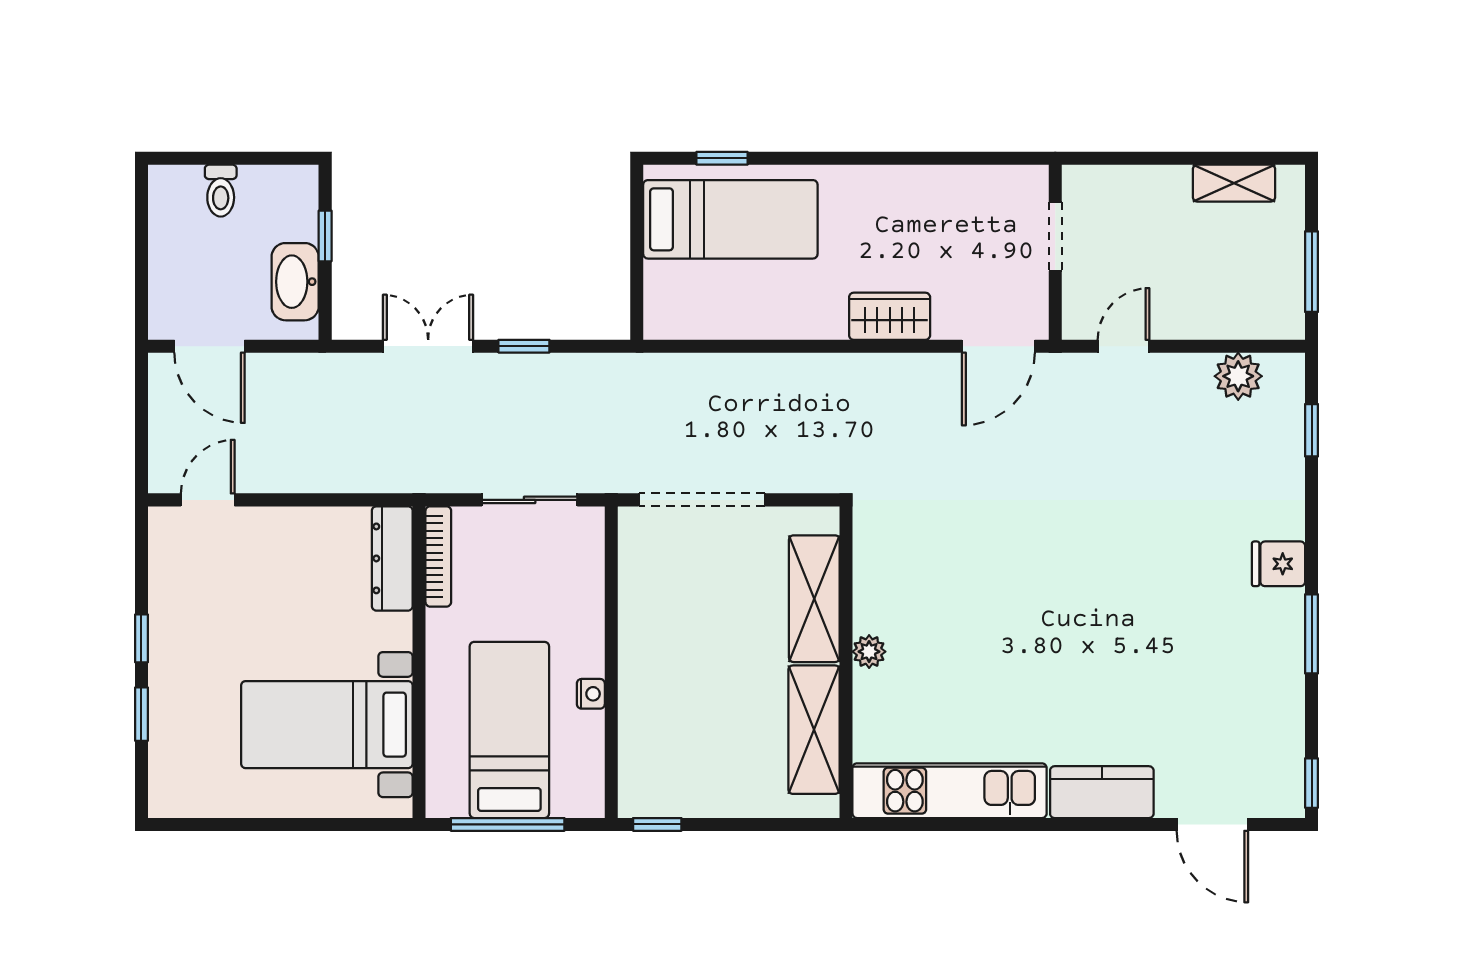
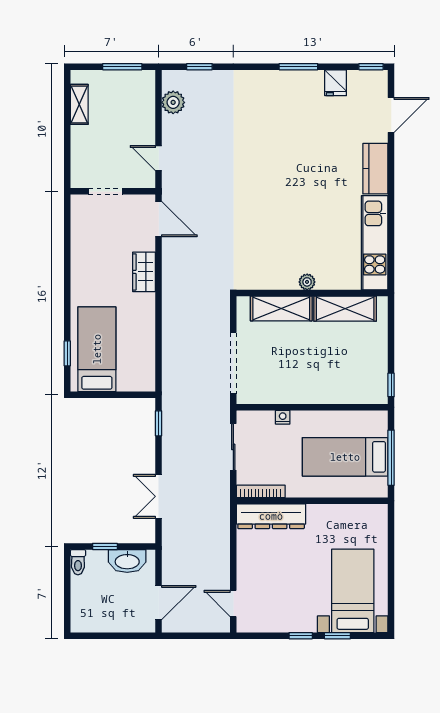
toilet: (221, 191) -> (78, 562), moved, turned 90
window: (524, 346) -> (159, 423), moved
dresser: (392, 558) -> (271, 516), width x1.37, depth x1.24
fridge: (1278, 564) -> (336, 83), moved
nightstand: (591, 694) -> (283, 417), moved
bed with nightstands: (327, 725) -> (353, 591), moved, turned 180

